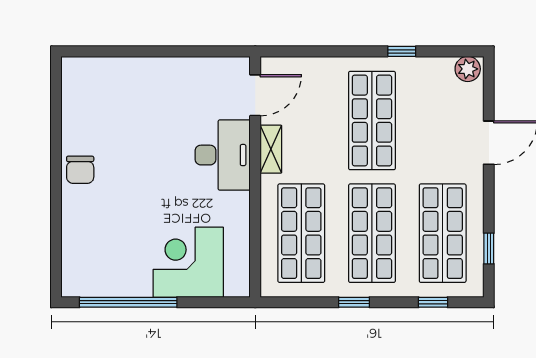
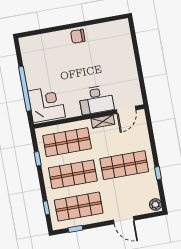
door: (255, 95) -> (126, 110), hinge flipped
corner desk: (188, 262) -> (47, 104), moved
window: (128, 302) -> (25, 89), moved
window: (354, 302) -> (38, 159), moved

